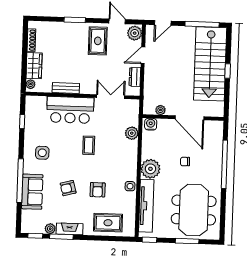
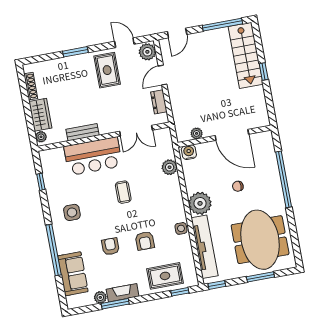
stairs: (210, 64) -> (246, 55), width x0.73, depth x0.66
double door: (111, 97) -> (136, 131), swing flipped
armchair: (68, 188) -> (110, 246), turned 105
sofa: (32, 192) -> (73, 274), moved
window: (35, 236) -> (180, 292), moved

